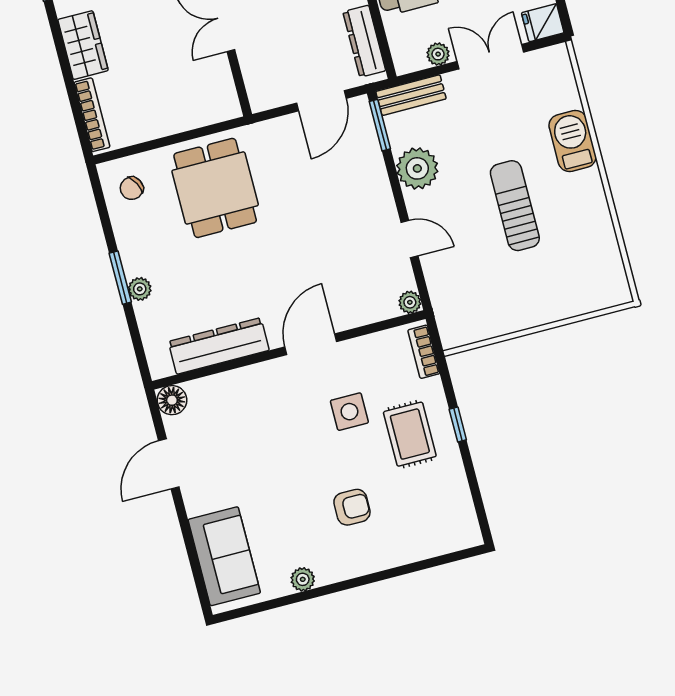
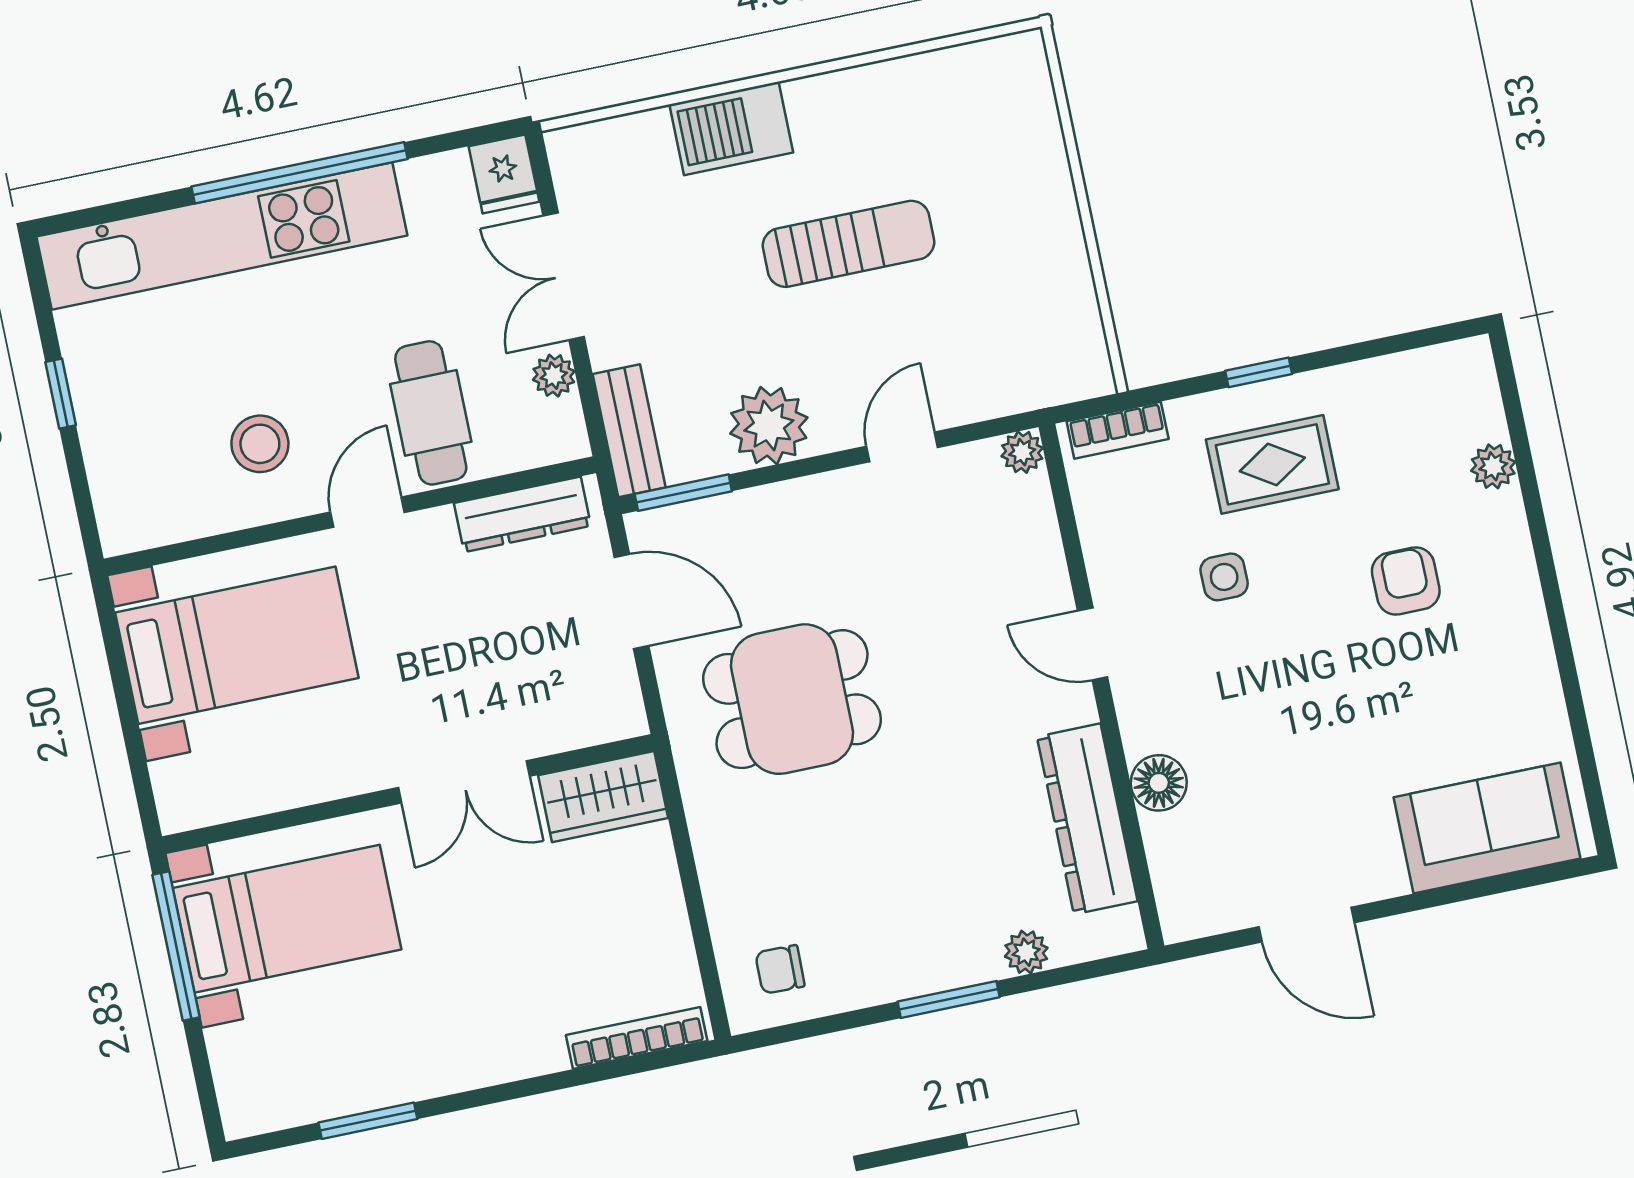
wardrobe: (83, 45) -> (603, 797), moved, turned 180
chair: (132, 188) -> (780, 969), turned 119
dining table: (215, 188) -> (792, 699), moved
sun lounger: (515, 206) -> (848, 244), turned 180
plant: (140, 289) -> (1026, 952), moved
door: (311, 344) -> (1093, 644), width x0.73
floor lamp: (172, 400) -> (1159, 783), moved
side table: (349, 412) -> (1224, 577), width x0.73, depth x0.73
plant: (303, 579) -> (1493, 466), moved

